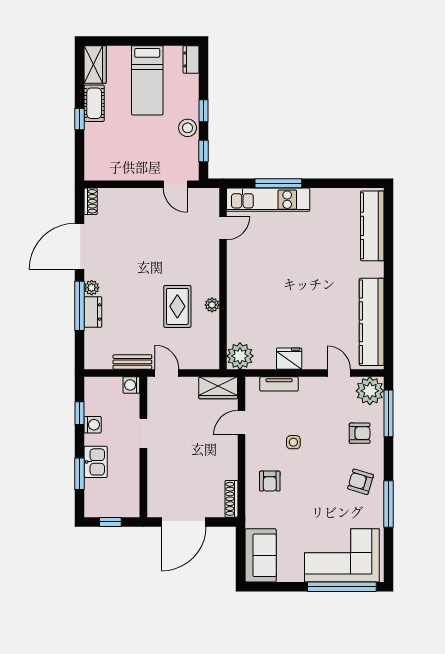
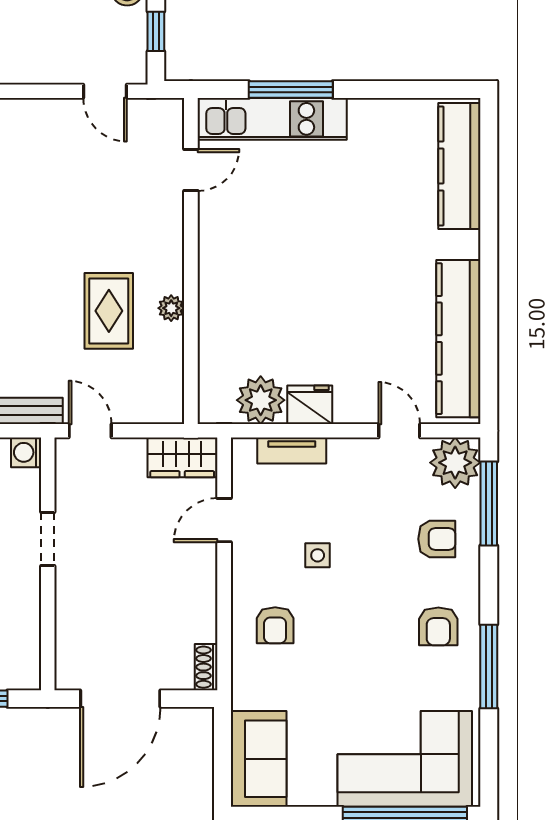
plant: (240, 356) -> (261, 400), moved
armchair: (360, 482) -> (438, 626), turned -107
shoe rack: (231, 499) -> (206, 667), width x0.70

